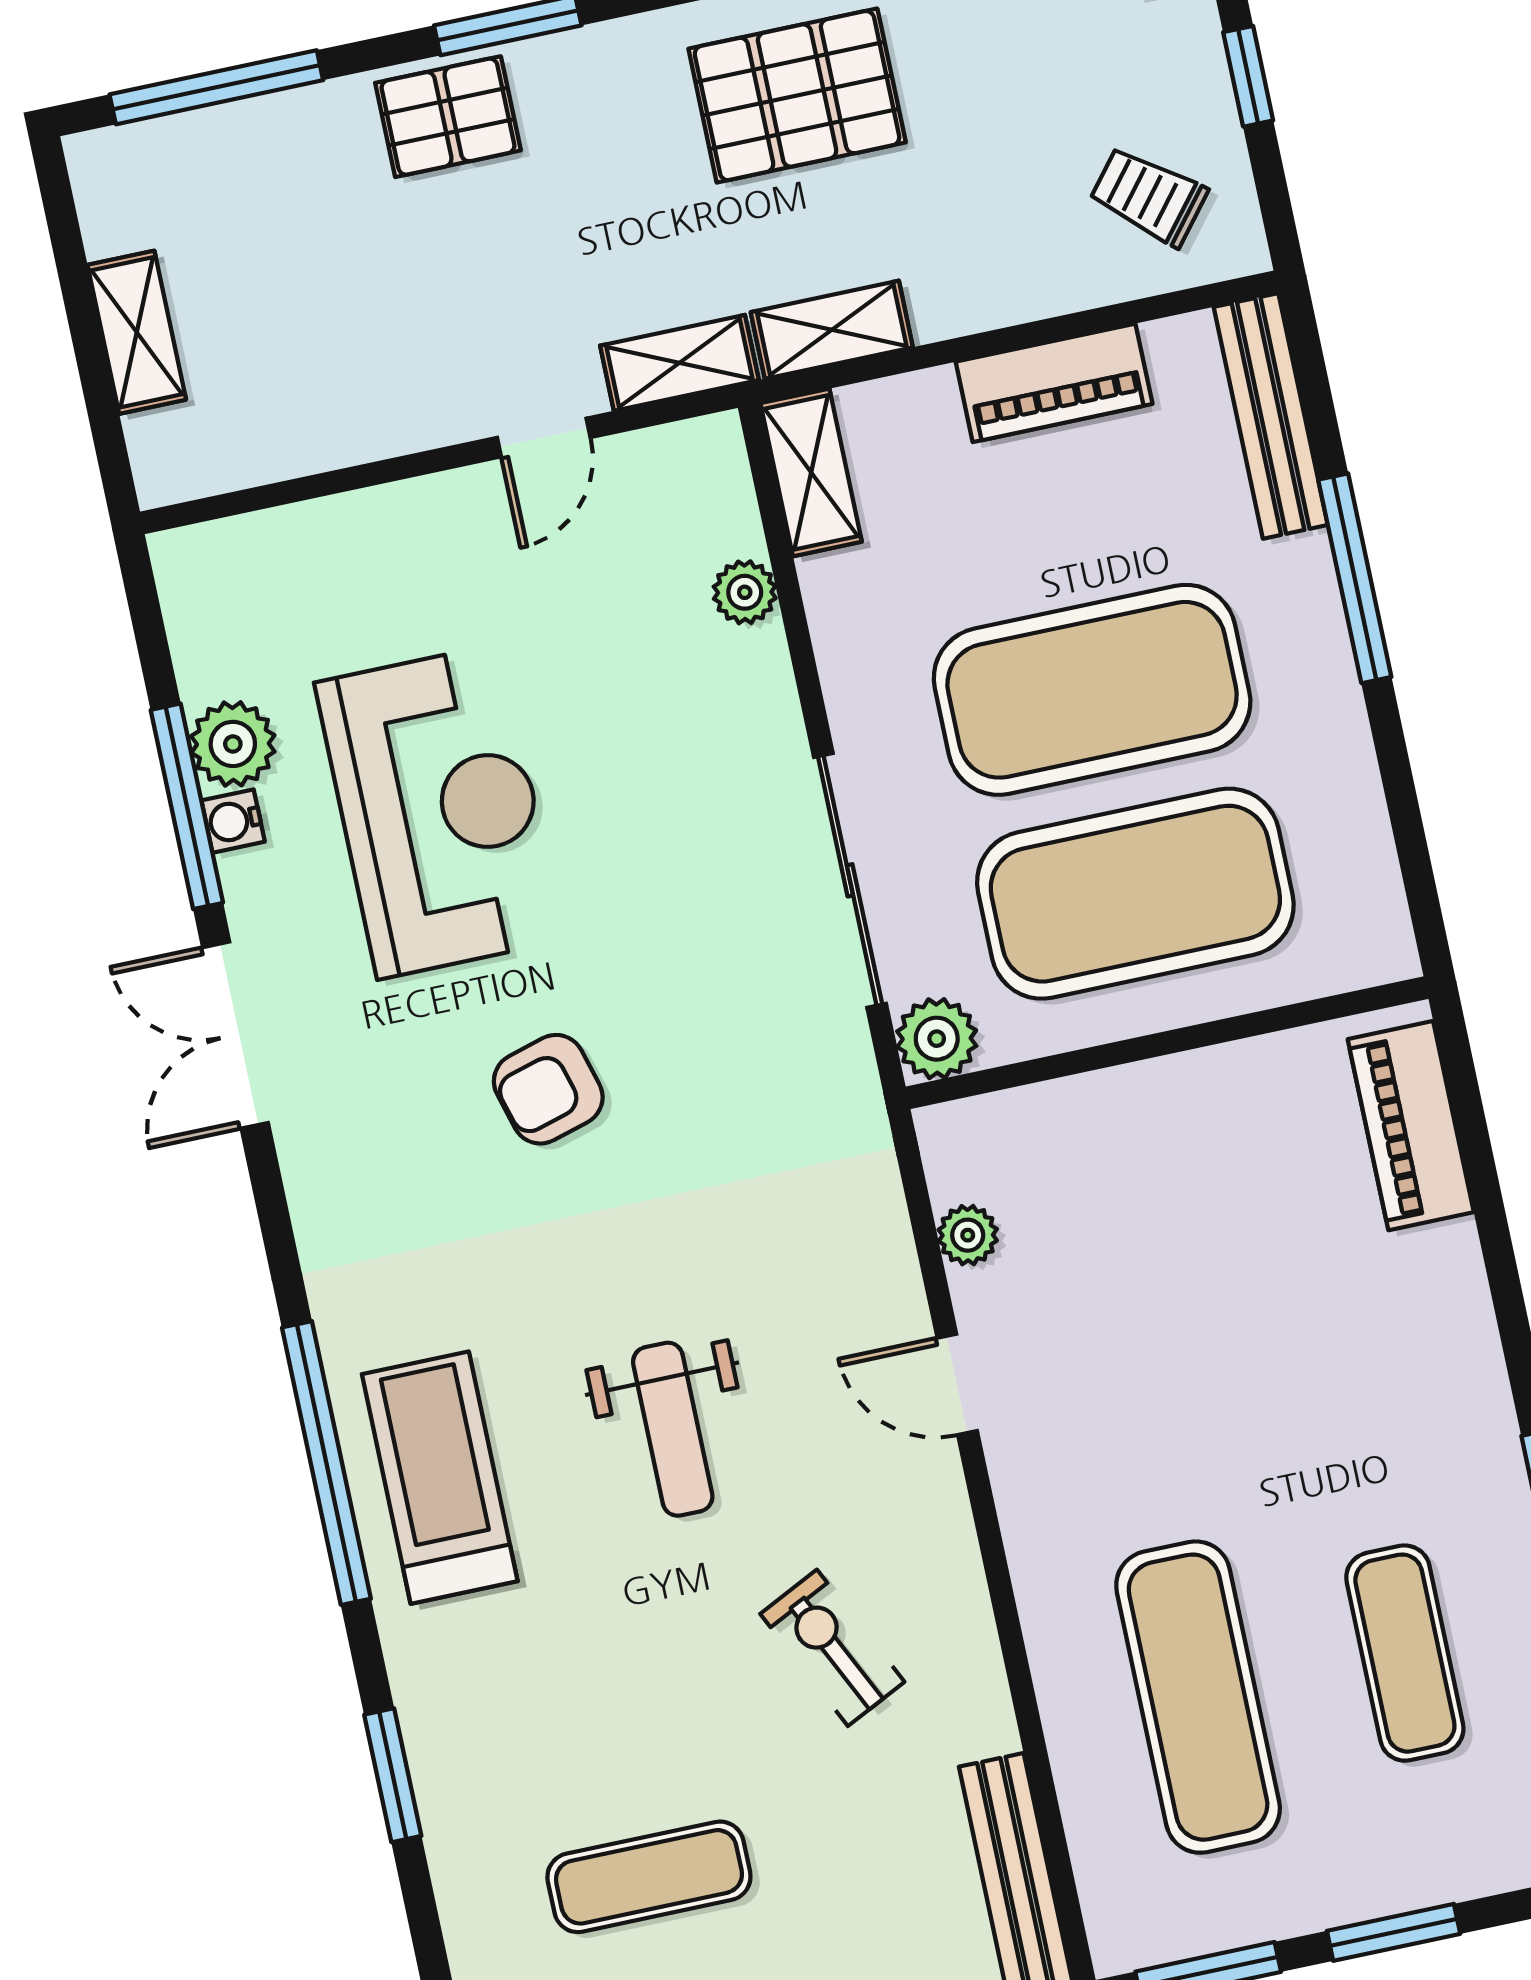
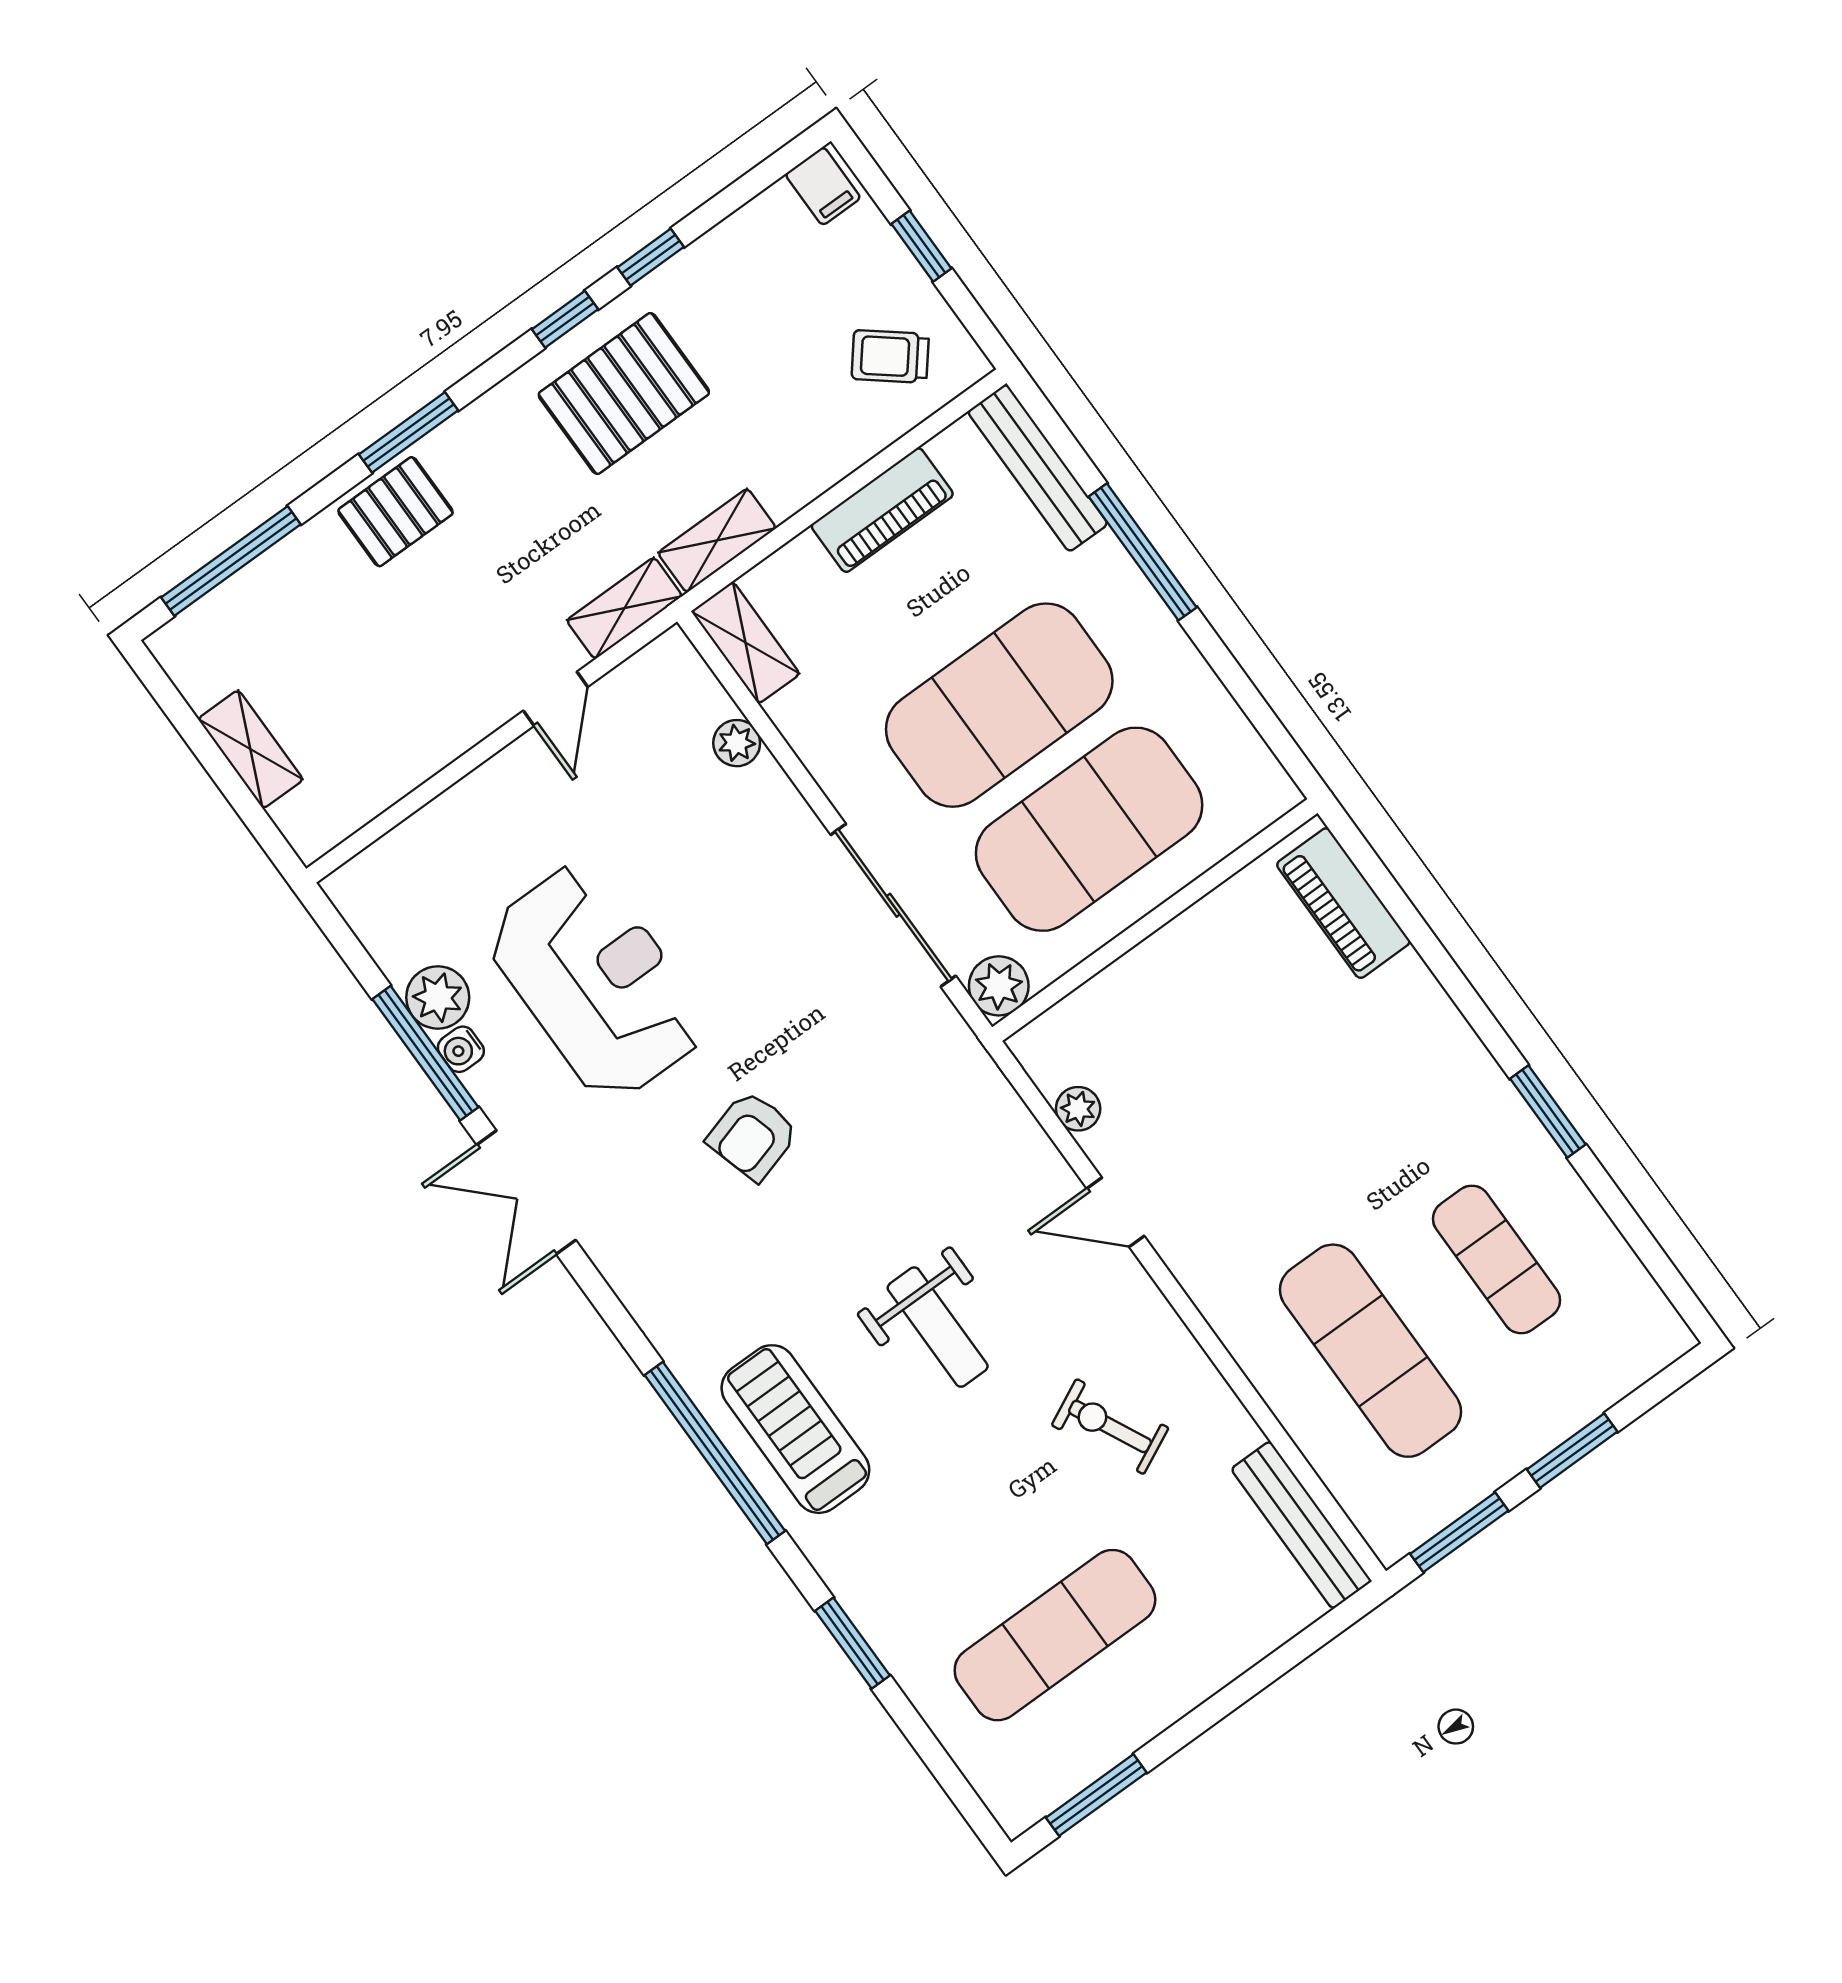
exercise mat: (649, 1877) -> (1055, 1635), width x1.36, depth x1.45

